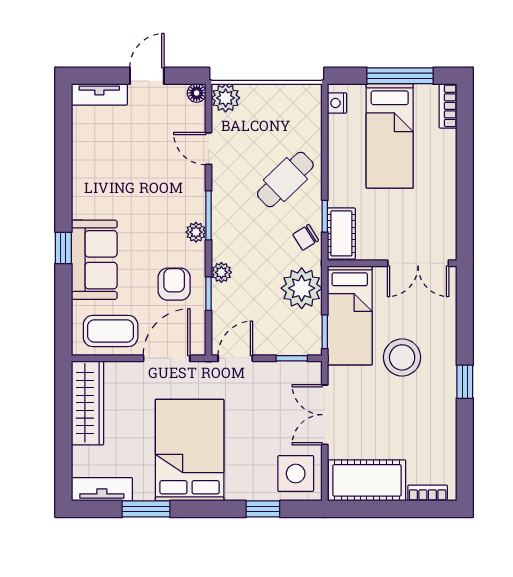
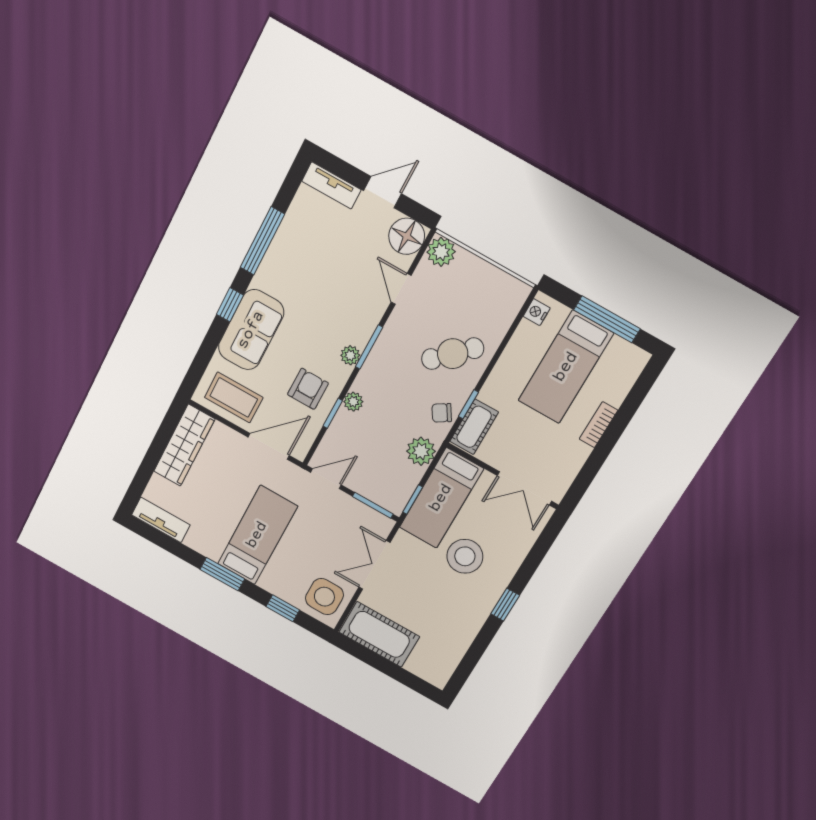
floor lamp: (197, 93) -> (407, 236), width x1.89, depth x1.89
bookcase: (448, 106) -> (599, 425), moved
window: (63, 175) -> (262, 241), added
plant: (302, 288) -> (421, 451), width x0.73, depth x0.73
window: (292, 358) -> (373, 505), width x1.50
bed: (190, 450) -> (257, 535), width x0.67
bookcase: (428, 493) -> (422, 671), removed
window: (146, 509) -> (222, 574), moved

